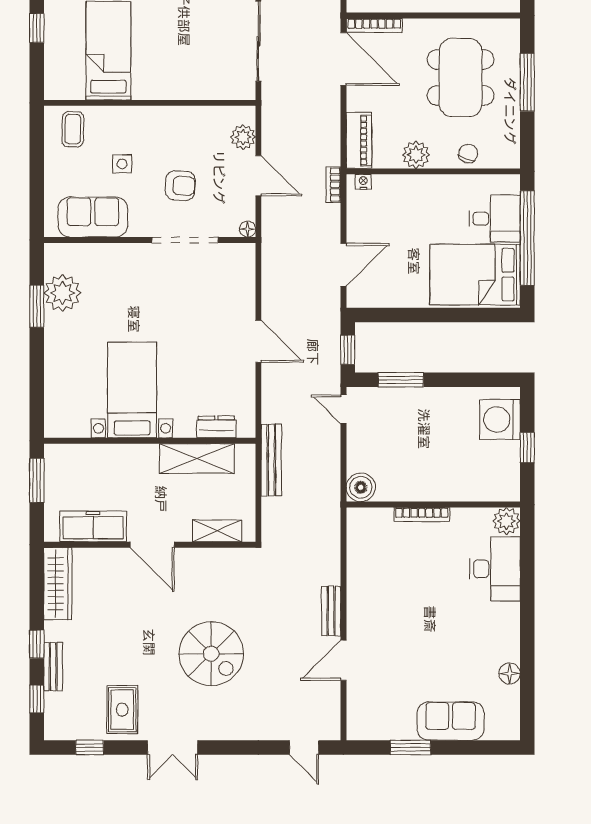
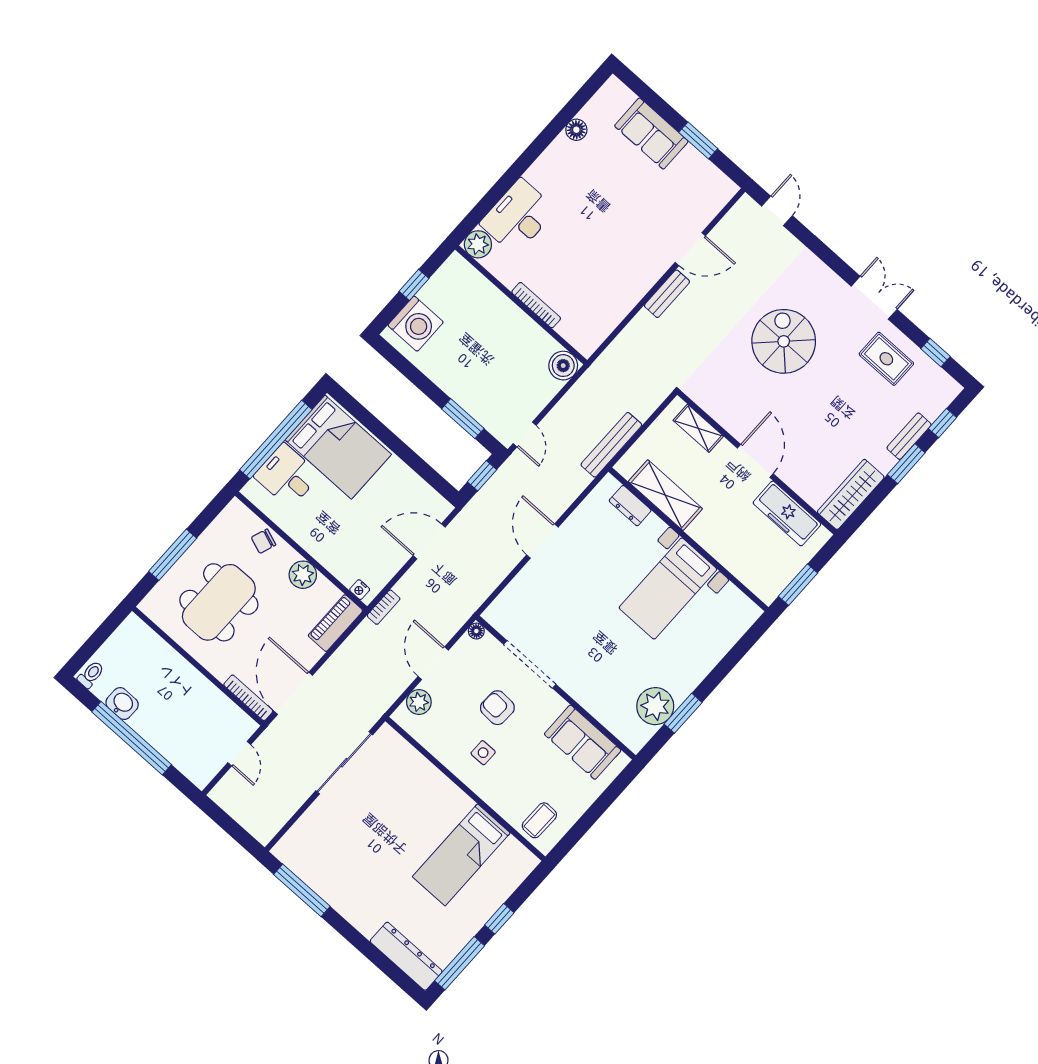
side table: (122, 164) -> (483, 753), moved
window: (37, 644) -> (906, 464), width x1.50
rug: (122, 710) -> (886, 359), turned 90

